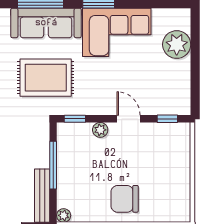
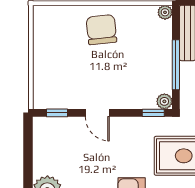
plant: (100, 130) -> (164, 101), moved
chair: (125, 199) -> (101, 30), turned -96

